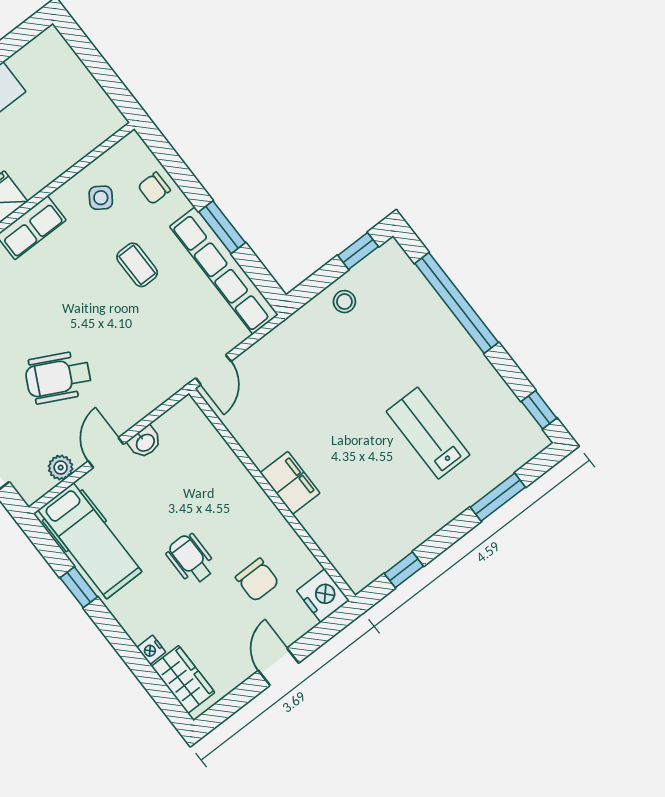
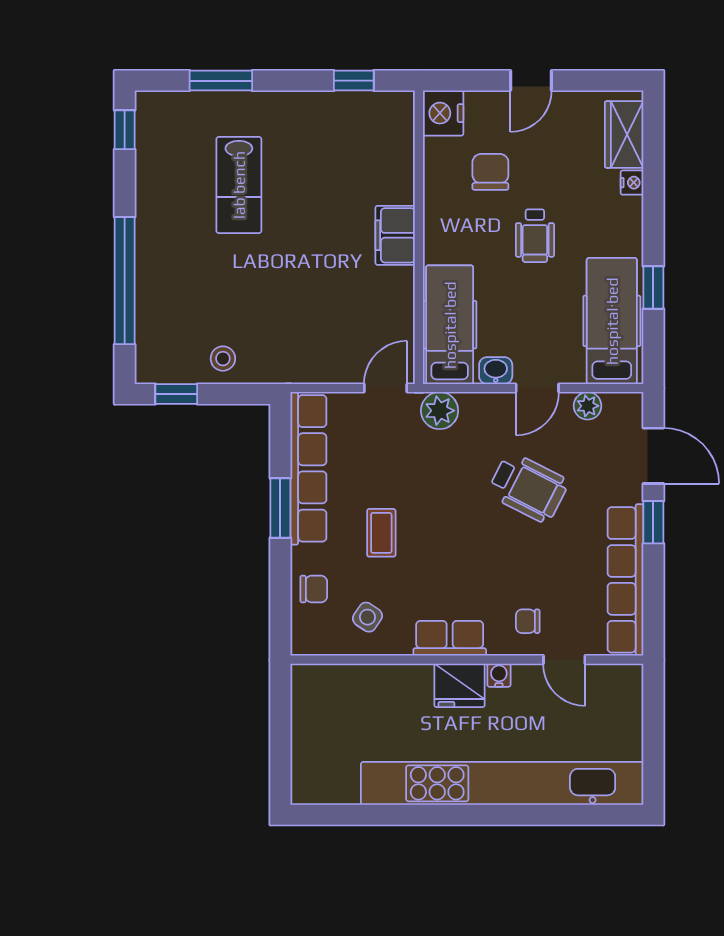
plant: (163, 383) -> (440, 411), added
hospital bed: (203, 449) -> (450, 325), added

